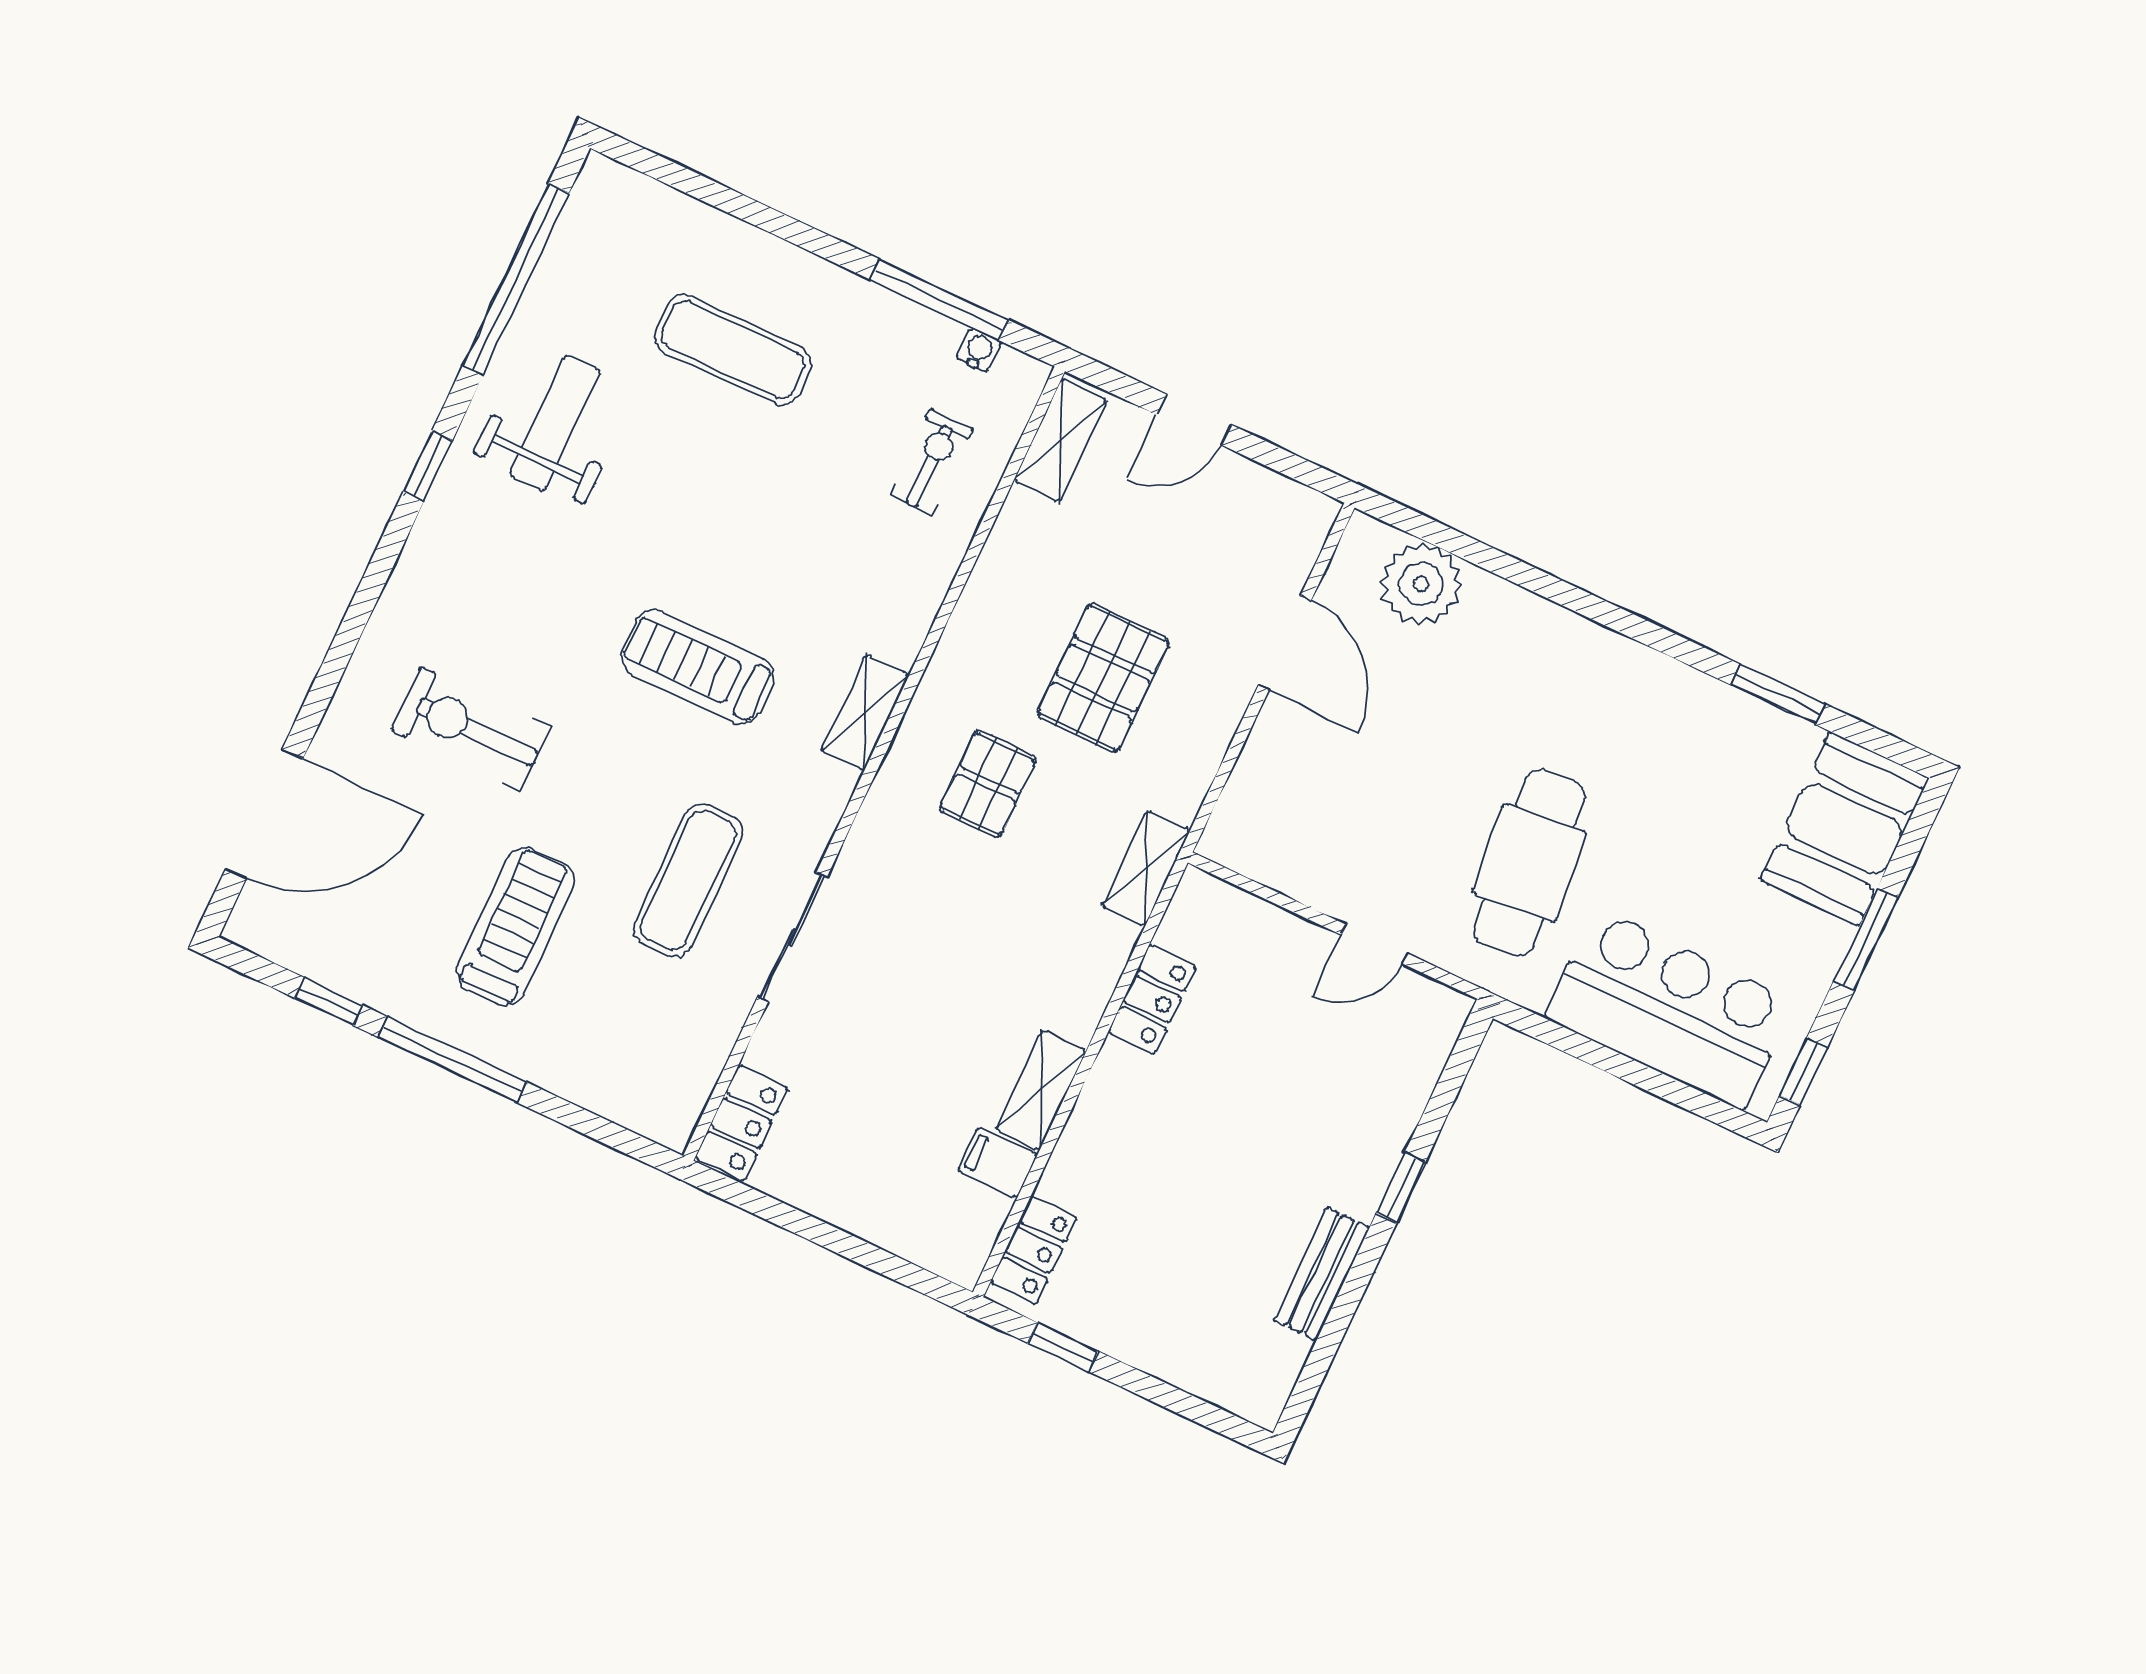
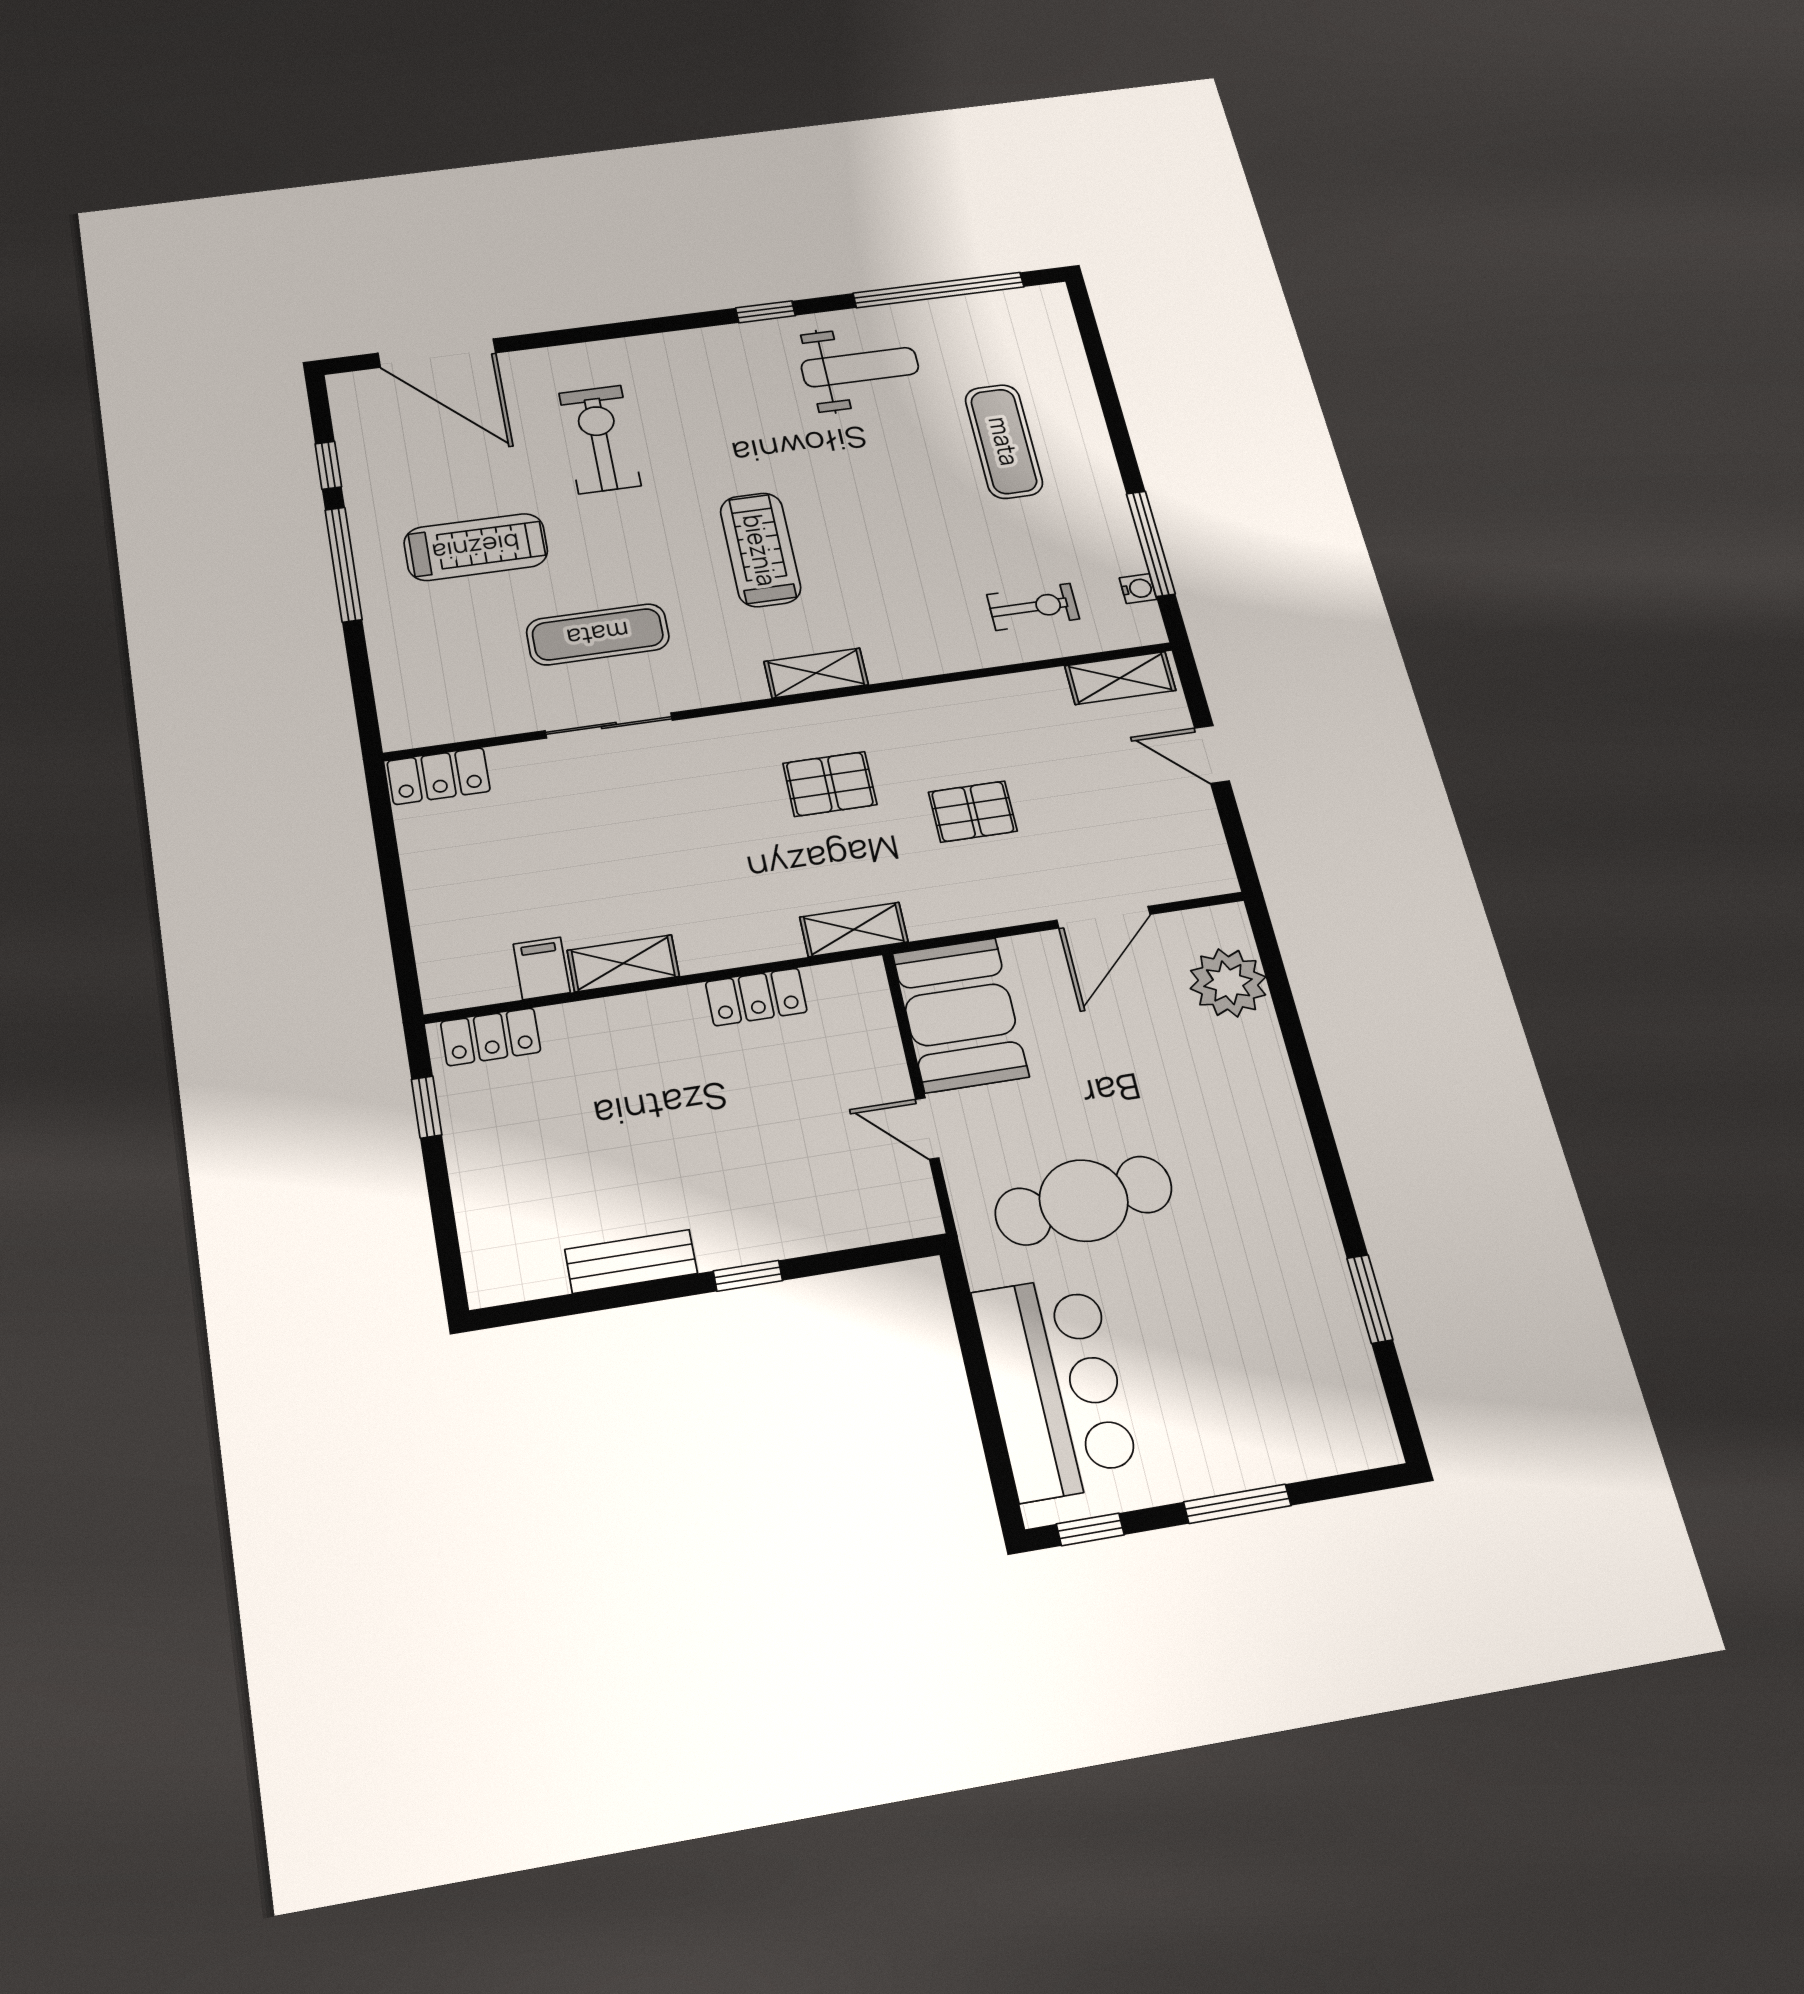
pallet: (1103, 678) -> (973, 812), width x0.67, depth x0.71
booth: (1844, 829) -> (960, 1015), moved, turned 90

